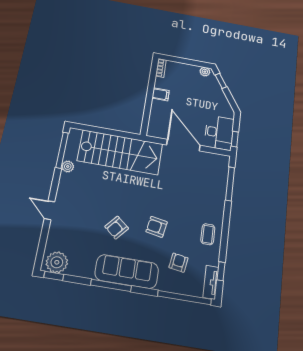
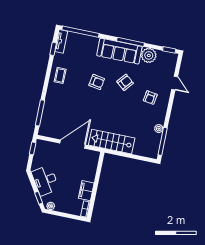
filing cabinet: (161, 94) -> (86, 191), width x2.00
desk: (219, 133) -> (45, 180), moved, turned -33
door: (183, 145) -> (73, 144), swing flipped
stairs: (120, 152) -> (112, 142), width x0.73, depth x0.66
door: (49, 210) -> (175, 83), moved
plant: (57, 262) -> (149, 55), moved
armchair: (178, 263) -> (150, 98), moved

